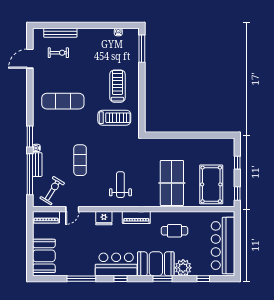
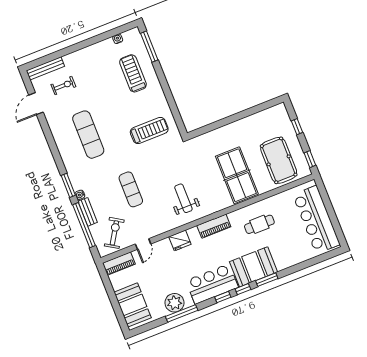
bench: (60, 33) -> (45, 68), moved
treadmill: (117, 86) -> (133, 73), moved
exercise mat: (63, 101) -> (88, 135), turned 90
plant: (183, 268) -> (174, 303), moved
window: (203, 279) -> (243, 289), moved

